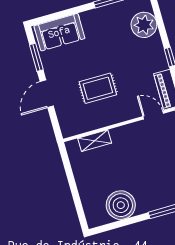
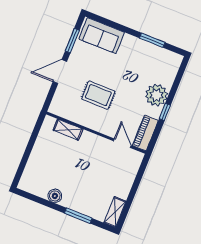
plant: (144, 25) -> (156, 95), moved
boiler: (121, 205) -> (55, 196), width x0.54, depth x0.54

